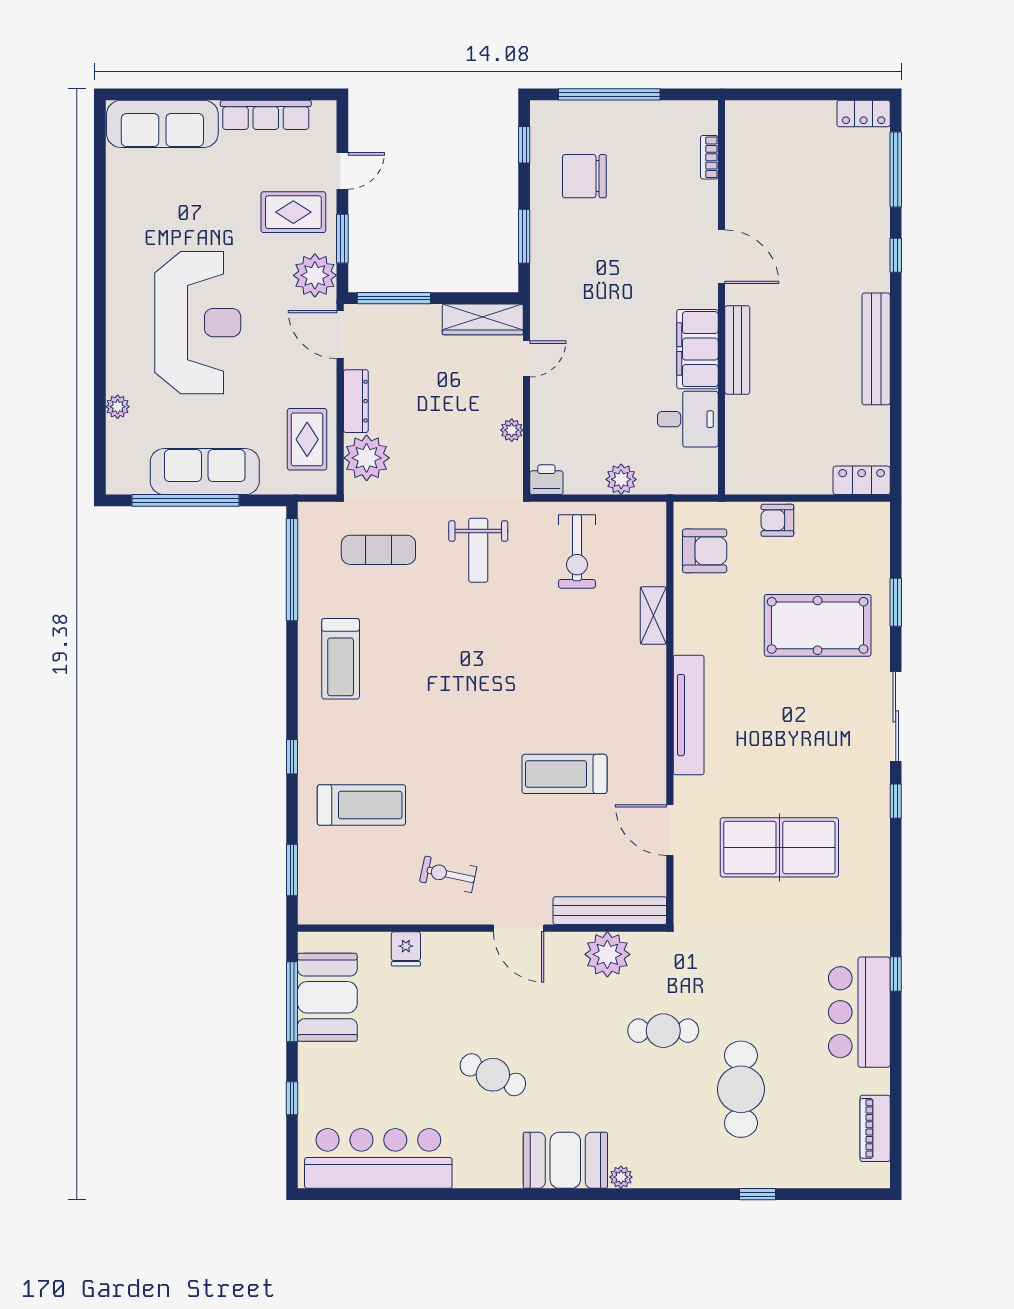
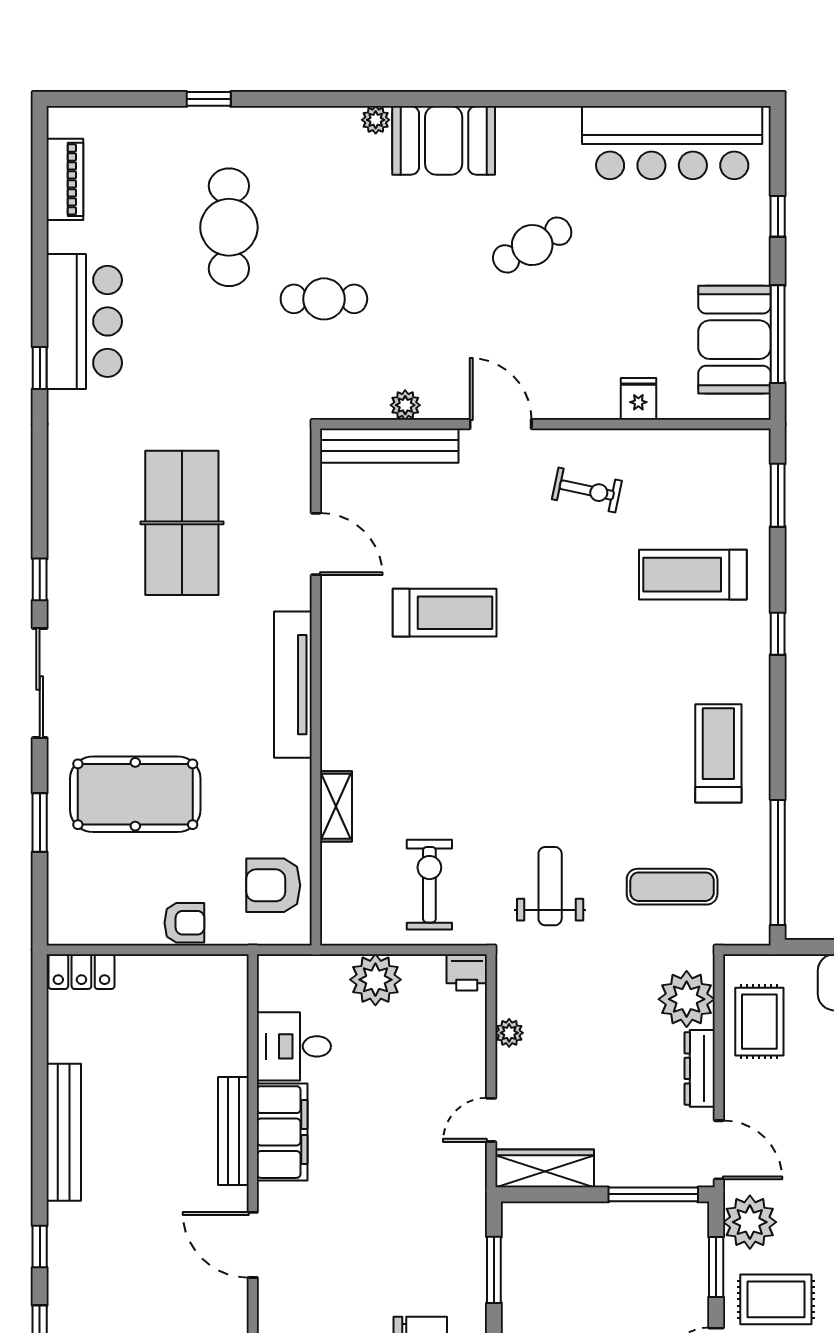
plant: (621, 479) -> (375, 980), width x1.36, depth x1.36
table tennis table: (779, 847) -> (182, 523), turned 90
plant: (607, 954) -> (405, 405), width x0.53, depth x0.53
cafe table: (493, 1075) -> (532, 245), turned -52

